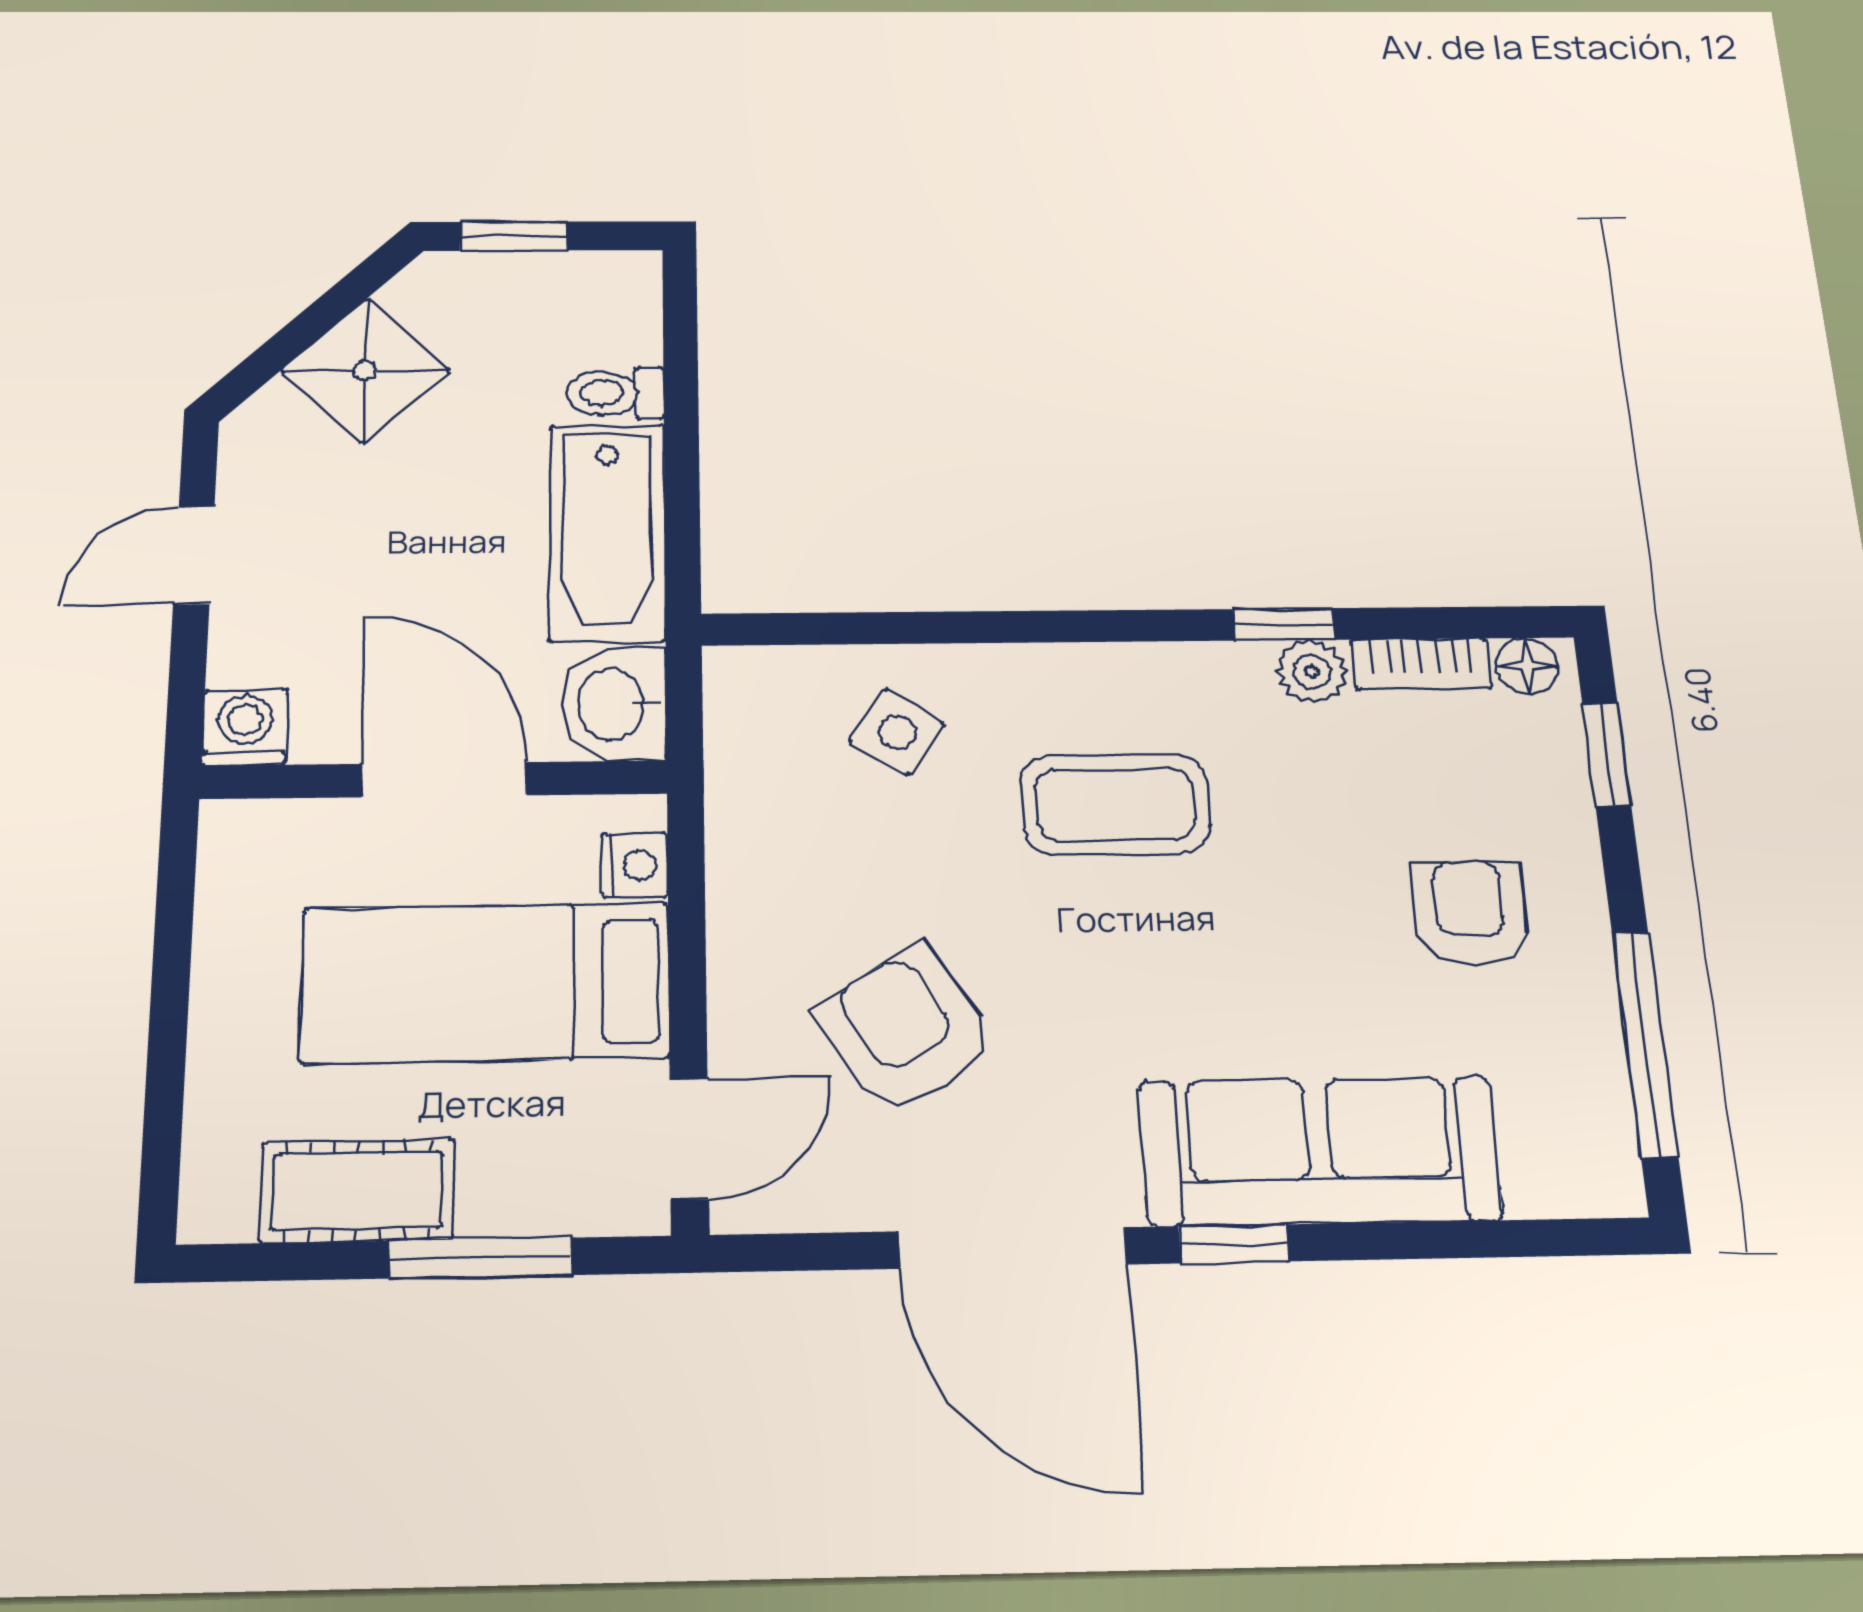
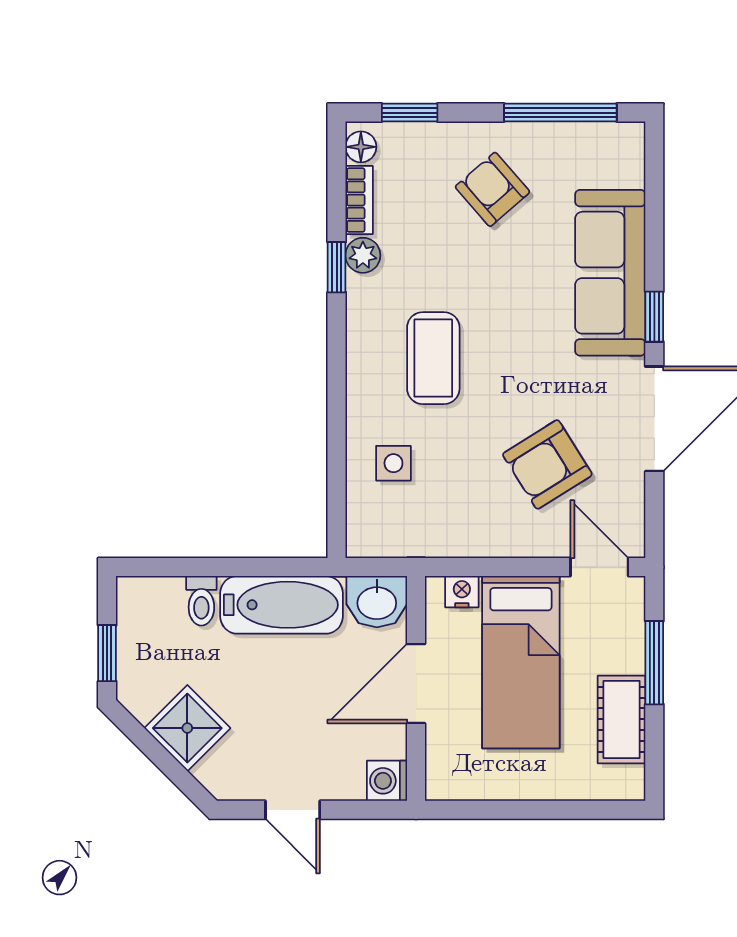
side table: (897, 732) -> (393, 463), turned -35
armchair: (1470, 913) -> (492, 189), turned 49

